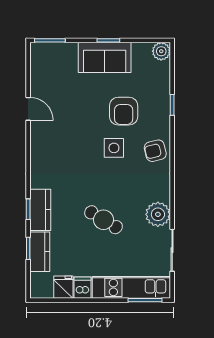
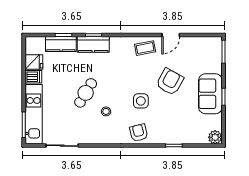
armchair: (124, 111) -> (170, 82), moved, turned 119
coffee table: (45, 142) -> (145, 48), added
stool: (128, 193) -> (106, 111), added
plant: (158, 214) -> (90, 135), removed

